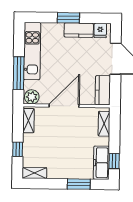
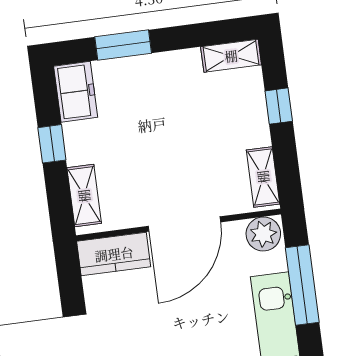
kitchen counter: (103, 90) -> (114, 254), moved, turned 90
window: (114, 161) -> (52, 144), moved
freezer: (101, 163) -> (76, 92), width x0.71

